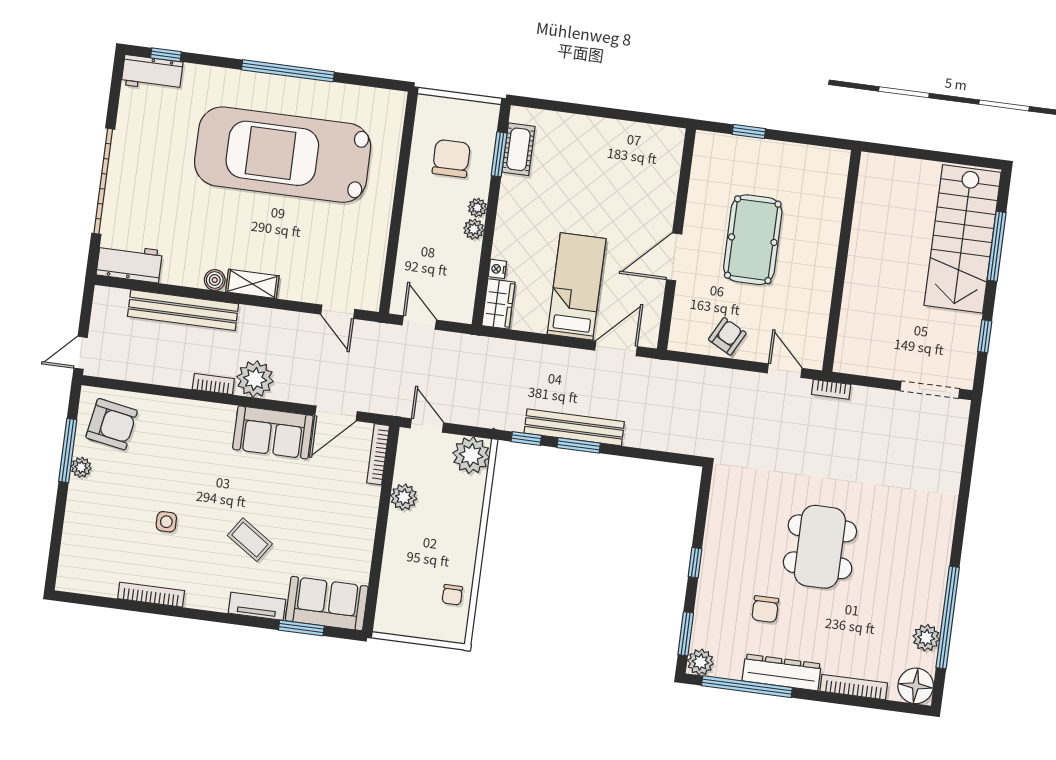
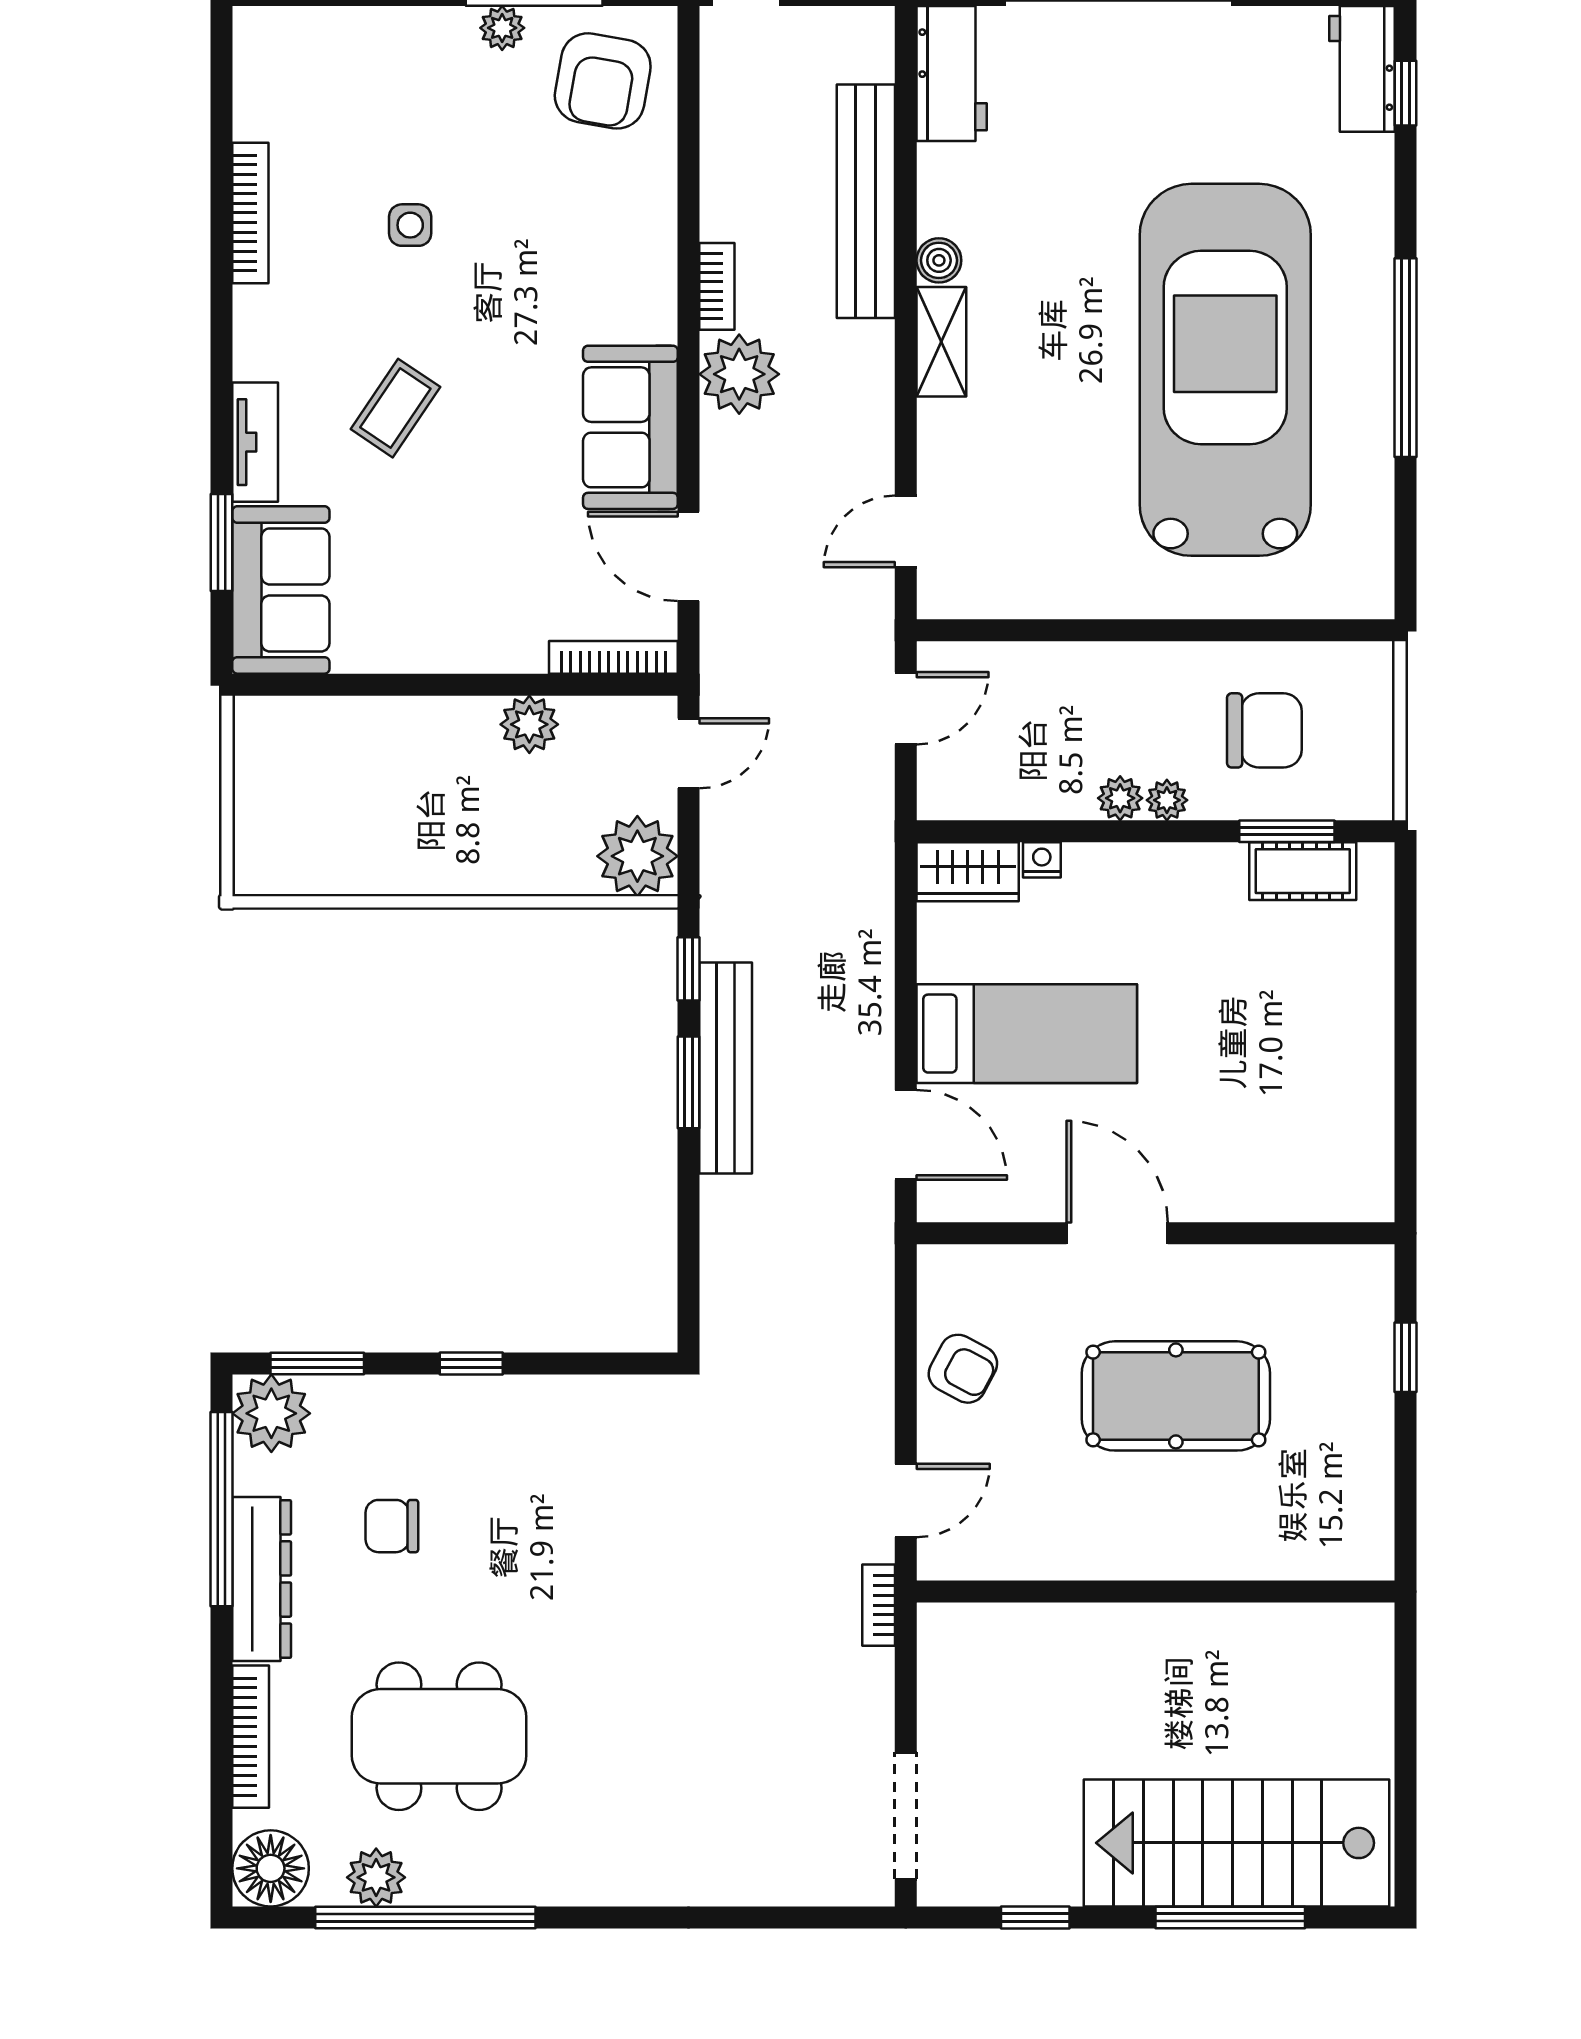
dining table: (820, 547) -> (439, 1736), moved
chair: (452, 595) -> (335, 855), removed
plant: (700, 662) -> (271, 1413), width x1.36, depth x1.36

